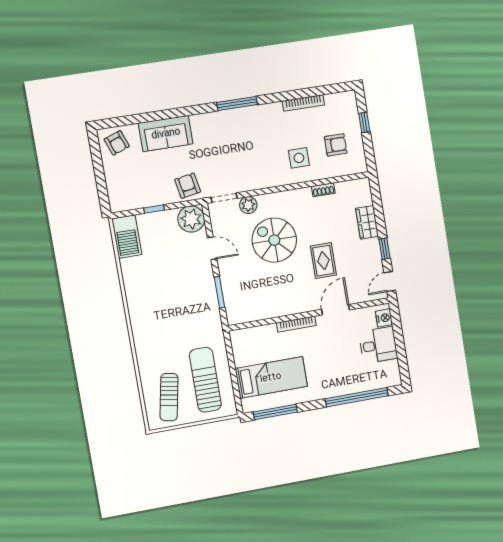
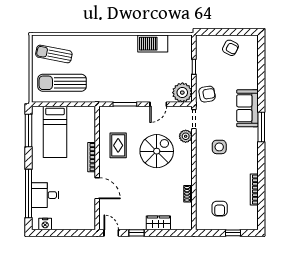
window: (237, 103) -> (261, 127), moved
sofa: (166, 133) -> (247, 108), moved
armchair: (117, 143) -> (230, 48), moved, turned -133
side table: (299, 158) -> (219, 147), moved
barbecue: (127, 237) -> (153, 44), moved
rug: (323, 261) -> (118, 145), moved, turned 90
nightstand: (384, 318) -> (45, 224), moved
desk: (378, 345) -> (45, 195), moved, turned 90
sun lounger: (205, 380) -> (62, 83), turned 180

